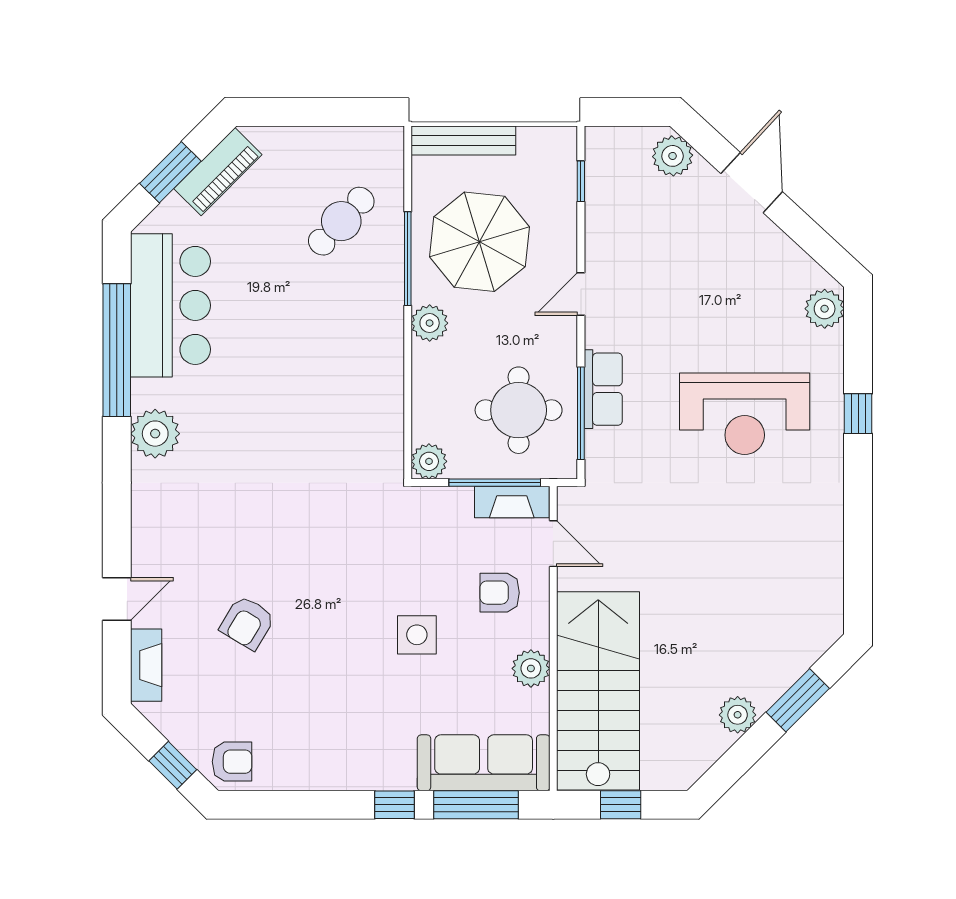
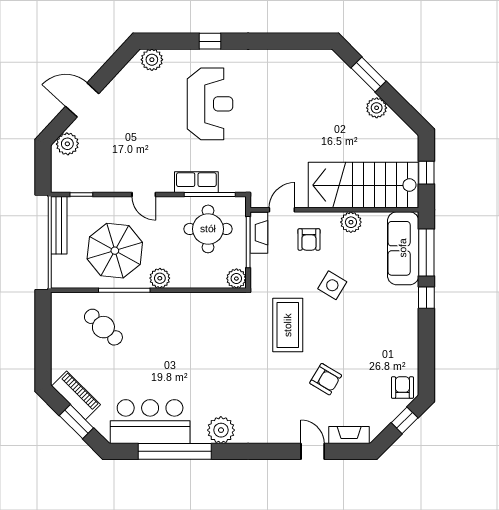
bench: (463, 140) -> (59, 225), moved
coffee table: (345, 554) -> (288, 325), added
side table: (417, 635) -> (332, 285), turned 31

